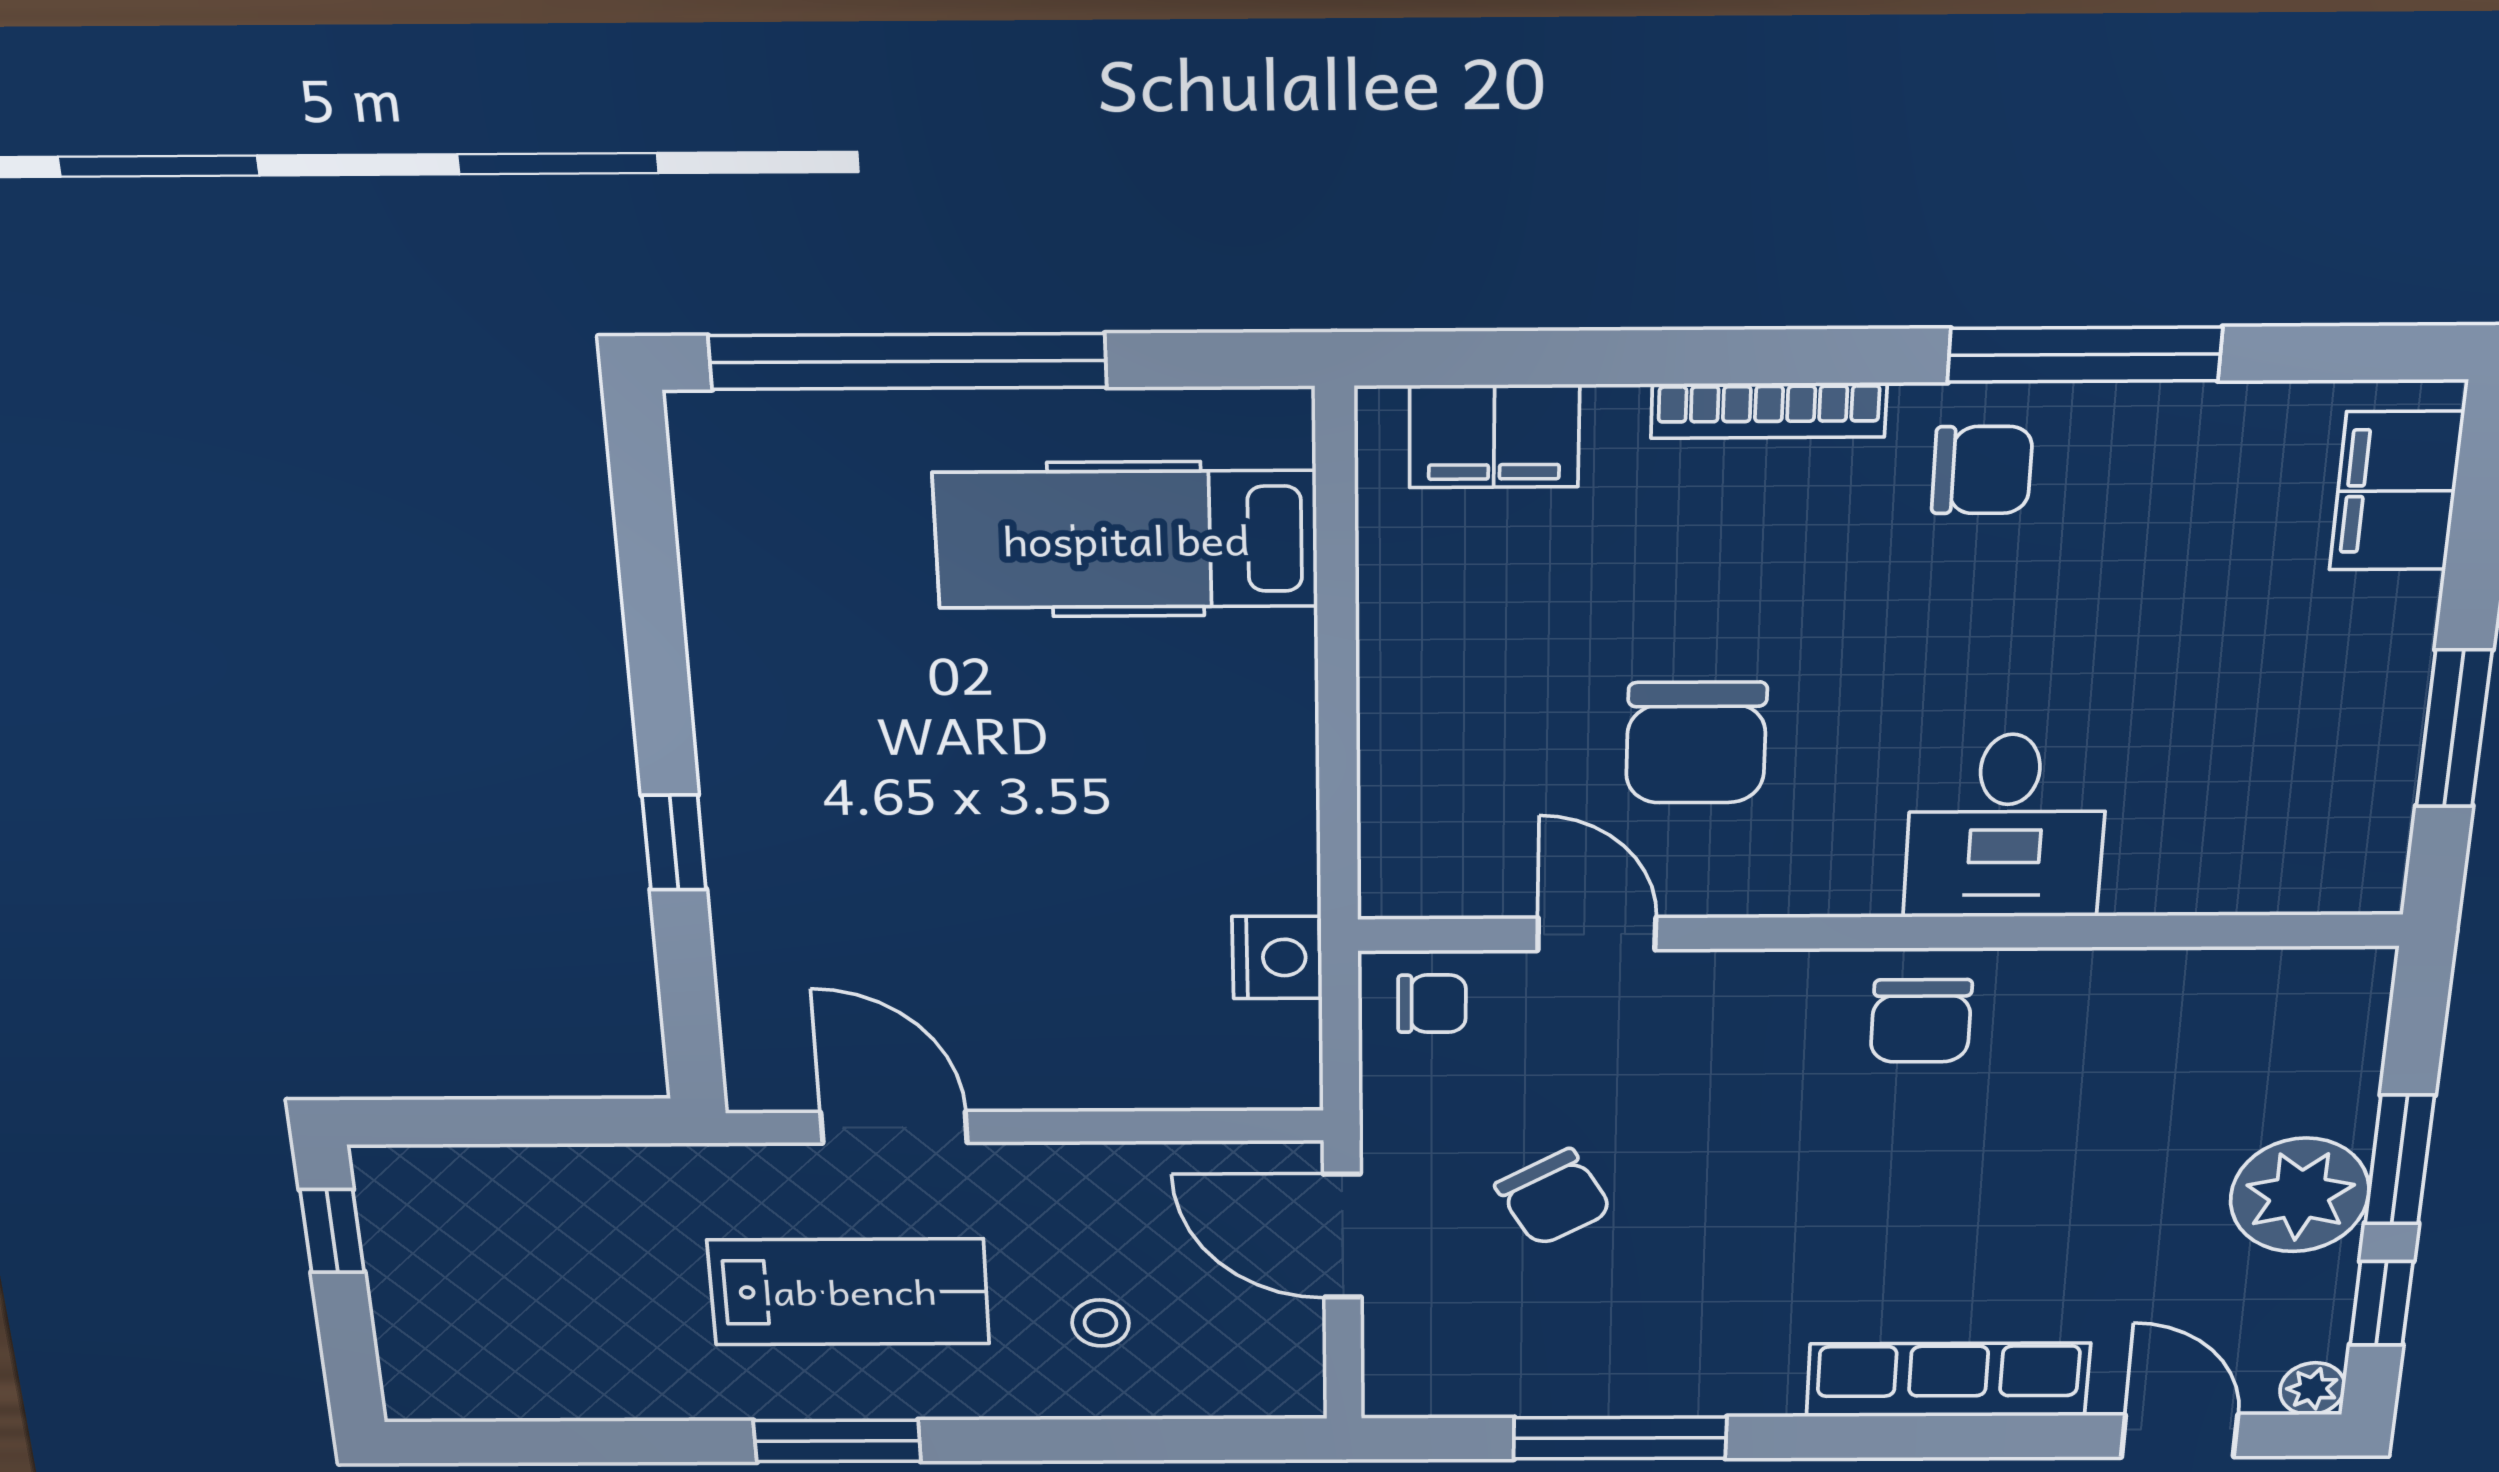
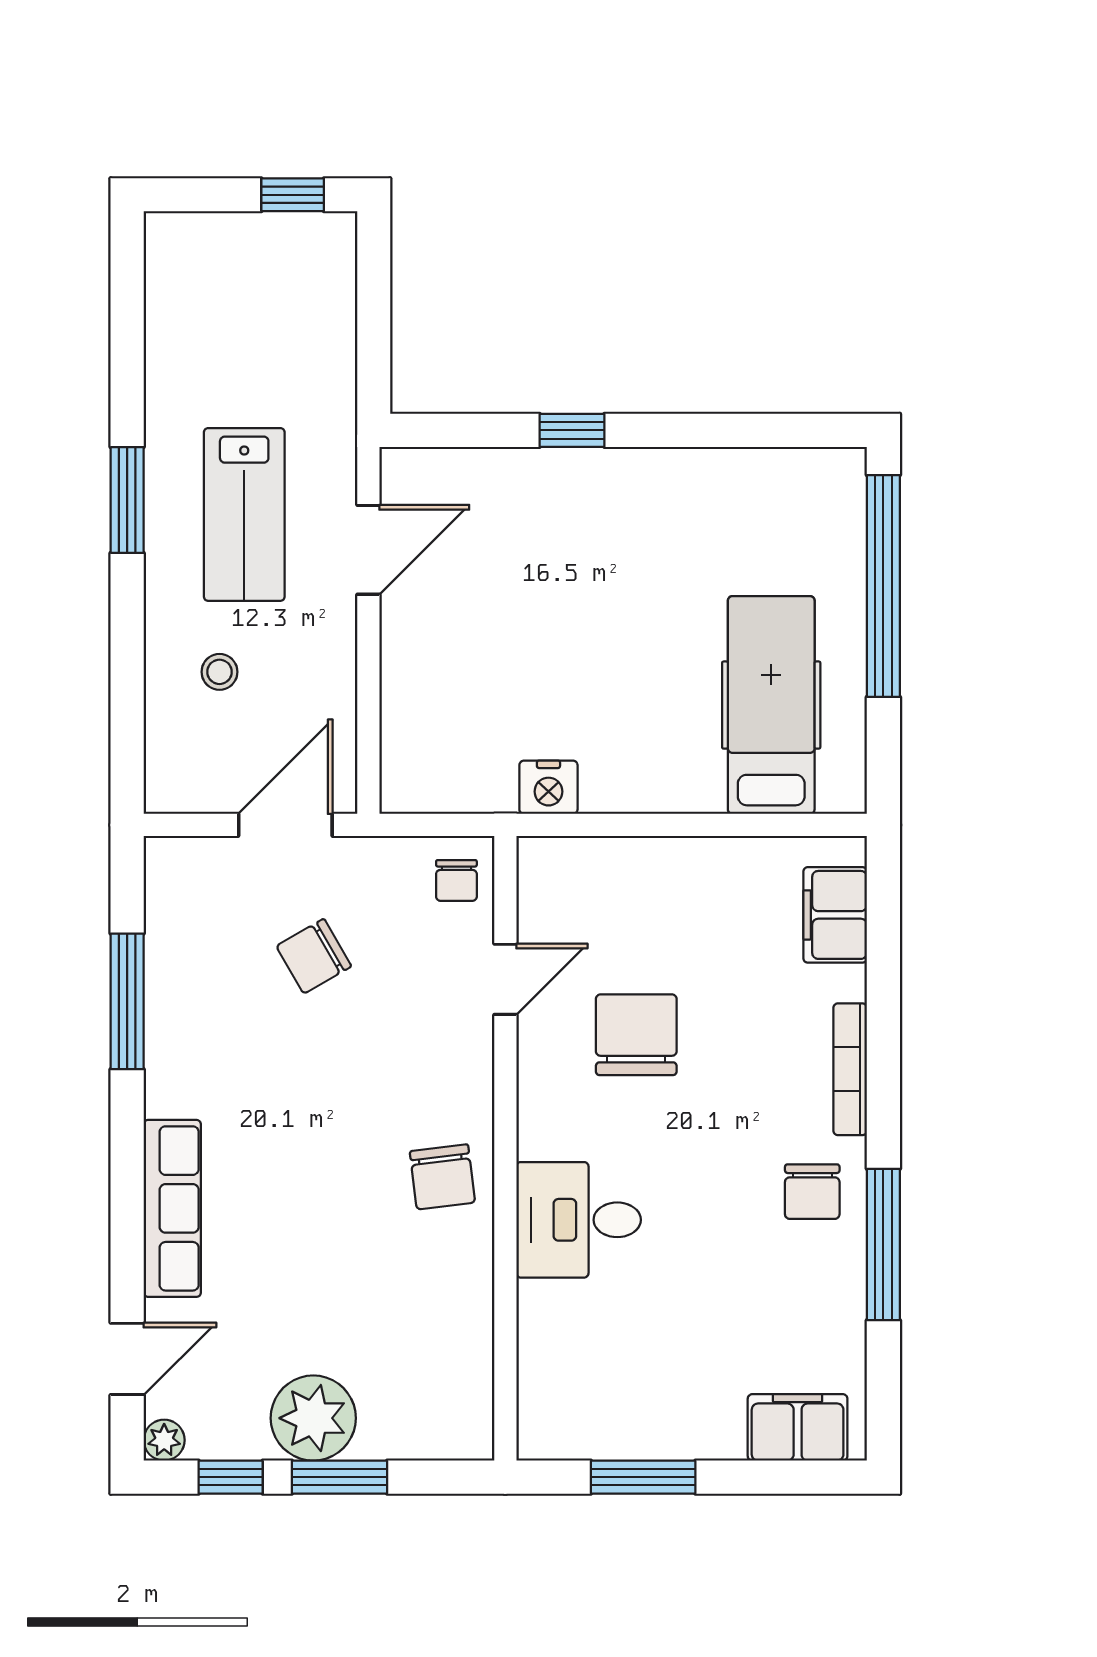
chair: (1696, 743) -> (636, 1035), turned 90
nightstand: (1277, 957) -> (548, 787), moved
chair: (1921, 1021) -> (442, 1177), turned -97

